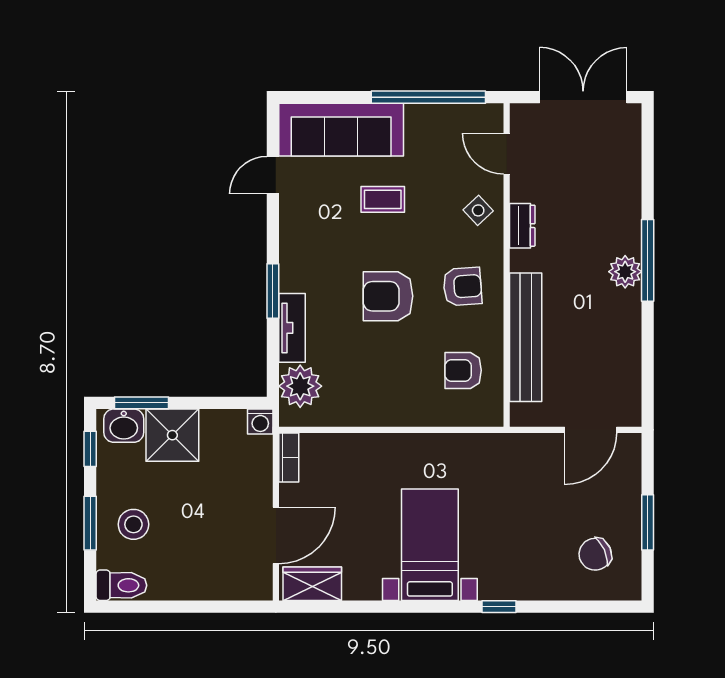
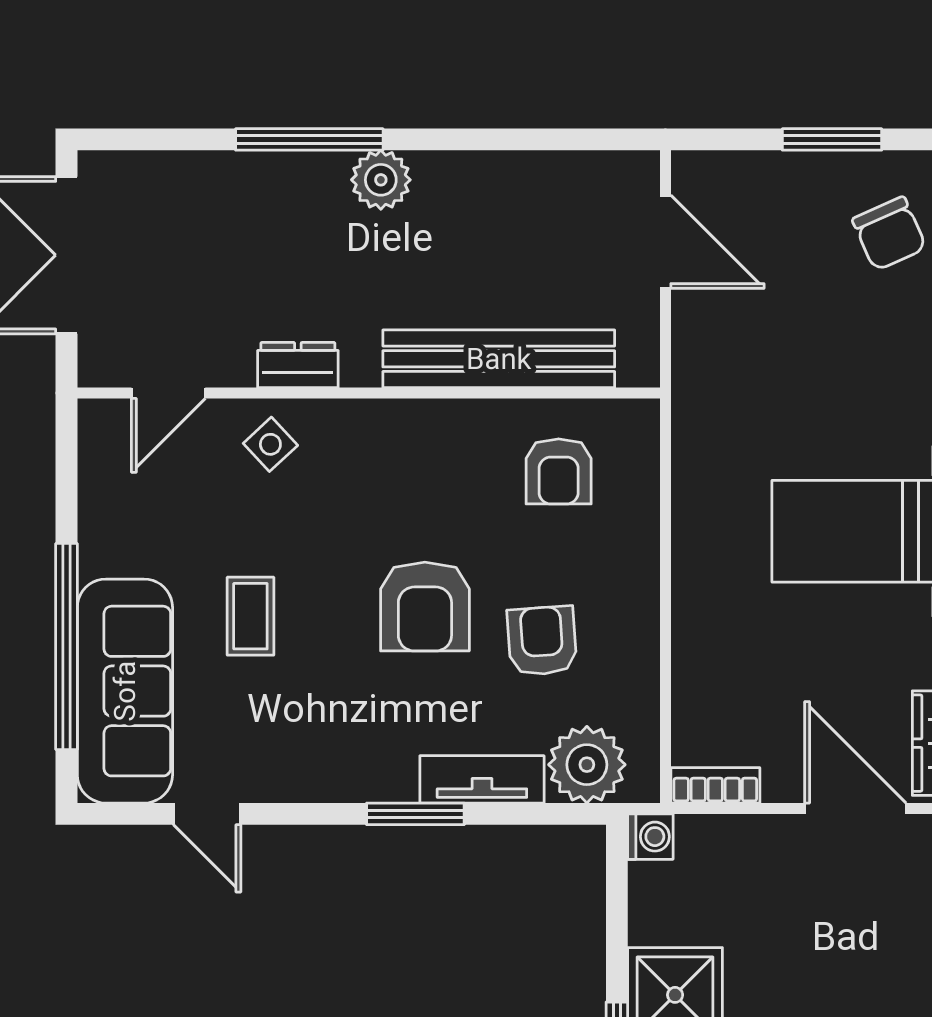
window: (428, 97) -> (67, 647), moved
window: (648, 260) -> (309, 139), moved
armchair: (462, 287) -> (542, 641), moved

